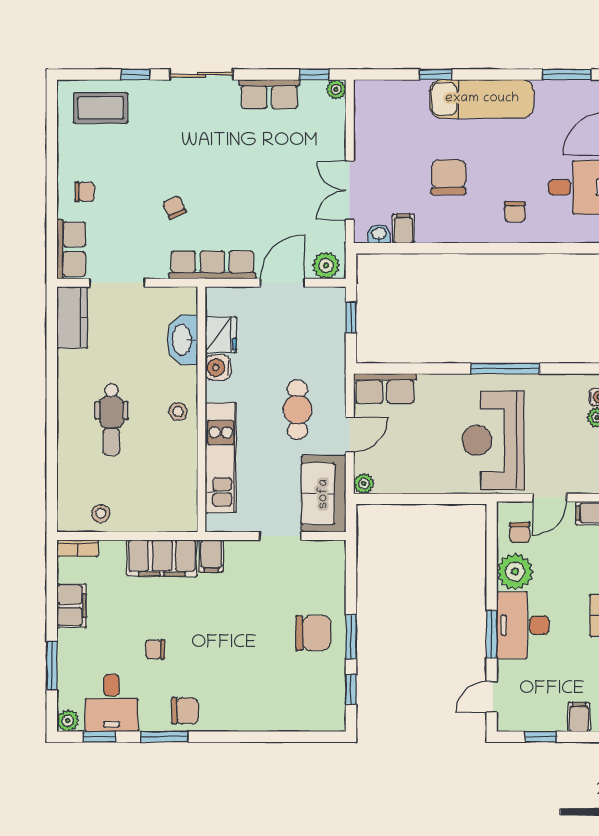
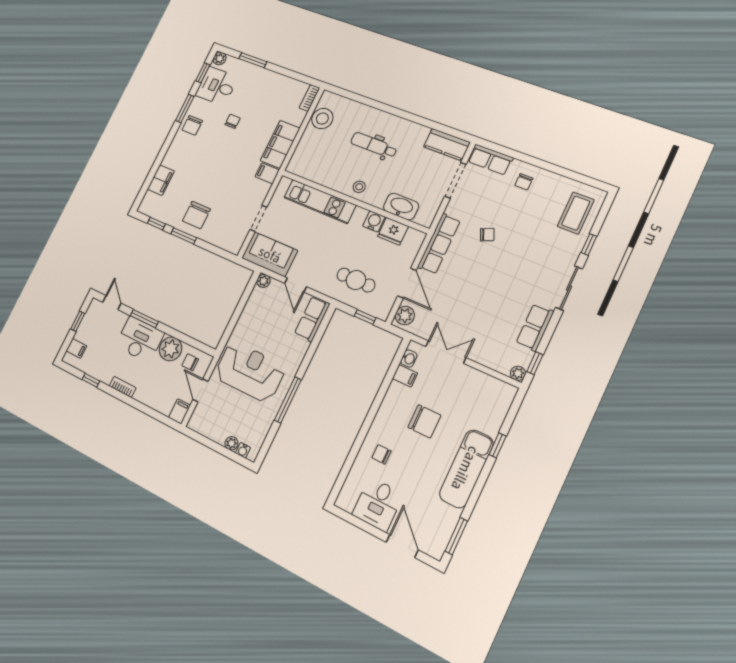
cafe table: (297, 410) -> (356, 280), moved
stool: (101, 513) -> (322, 119), width x1.89, depth x1.89
filing cabinet: (72, 606) -> (161, 180), moved, turned -90

